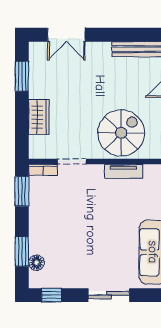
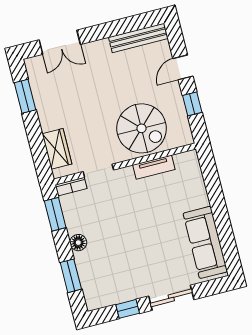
wardrobe: (39, 117) -> (57, 149), moved
spiral stairs: (121, 133) -> (142, 128), turned 90
floor lamp: (37, 263) -> (78, 243), moved
window: (51, 295) -> (128, 309), moved

